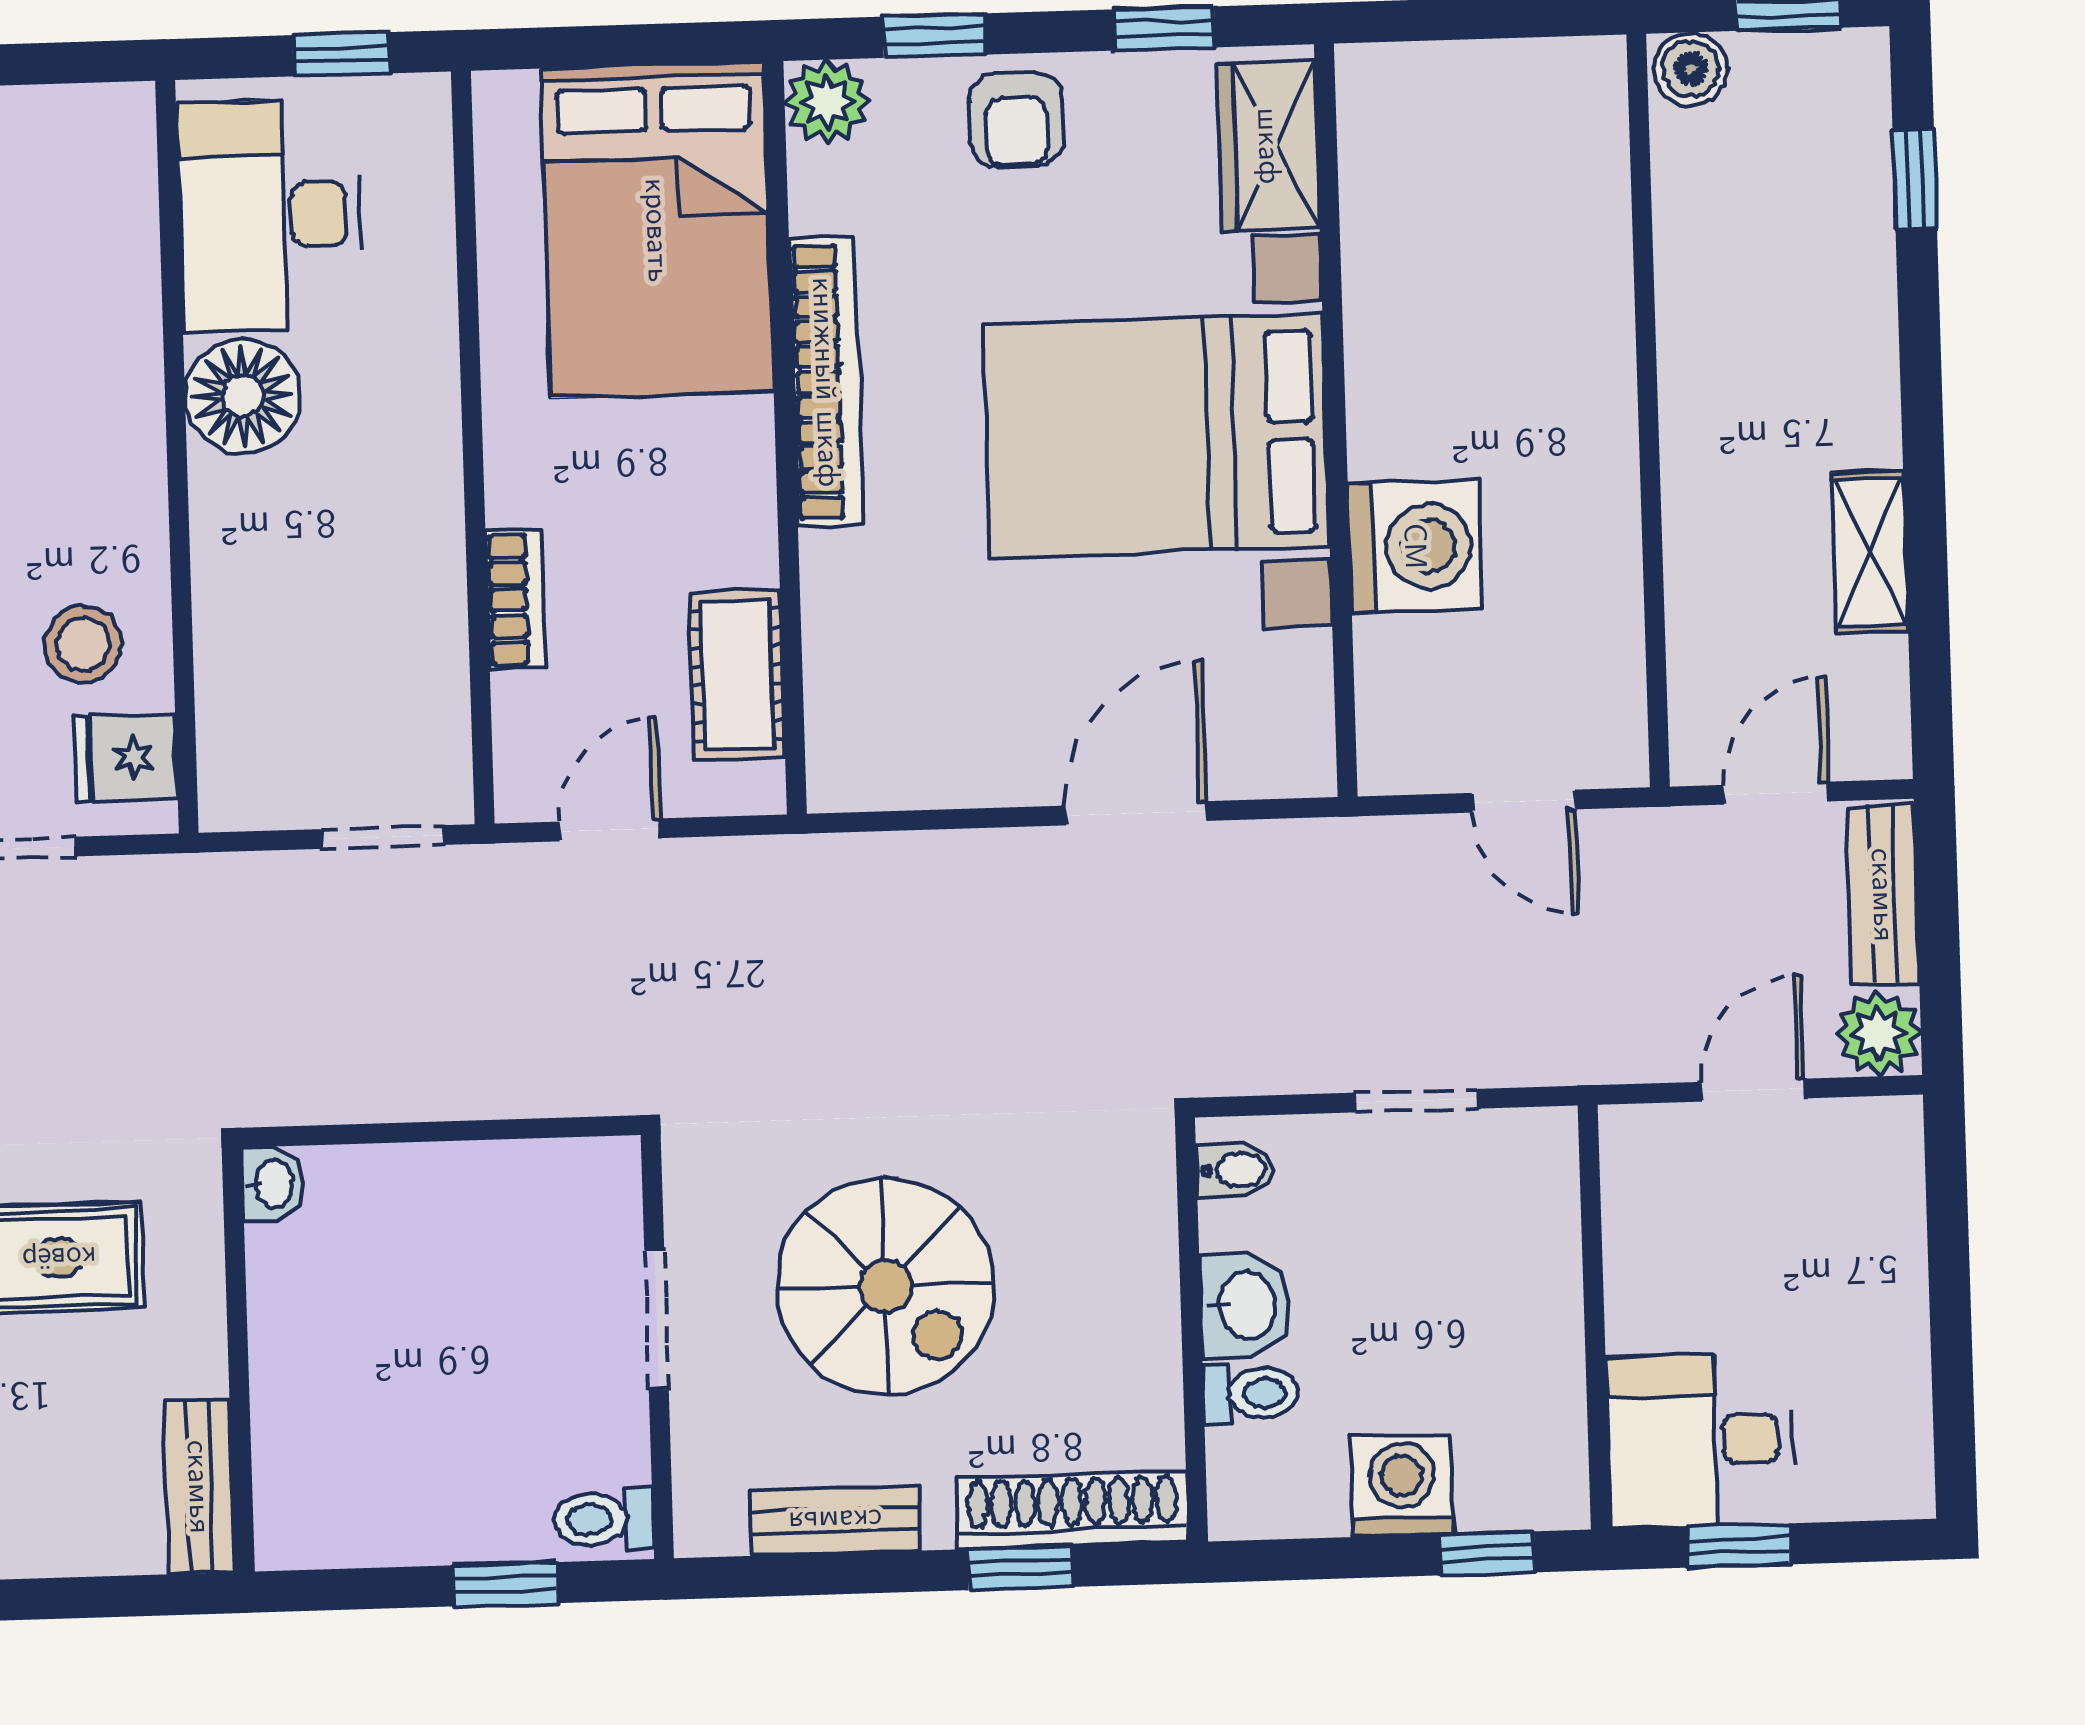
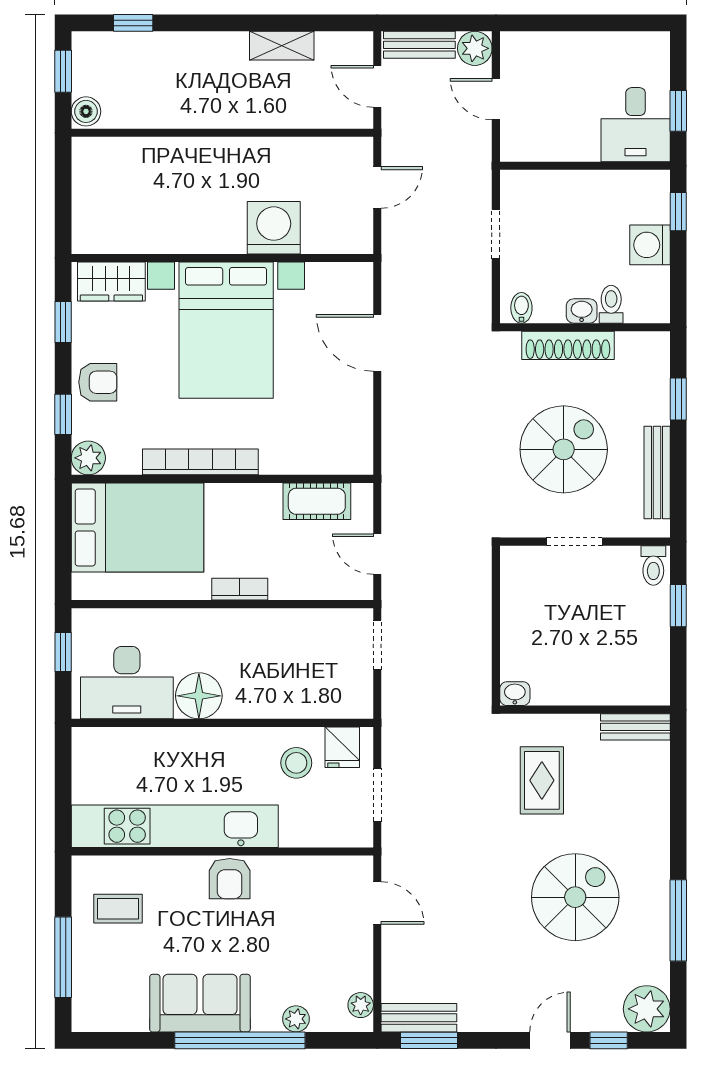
bookcase: (515, 600) -> (240, 589), moved
washbasin: (1245, 1305) -> (582, 311), width x0.72, depth x0.69
shoe rack: (1072, 1510) -> (568, 345), moved, turned -90
bench: (835, 1521) -> (657, 473), width x1.36

